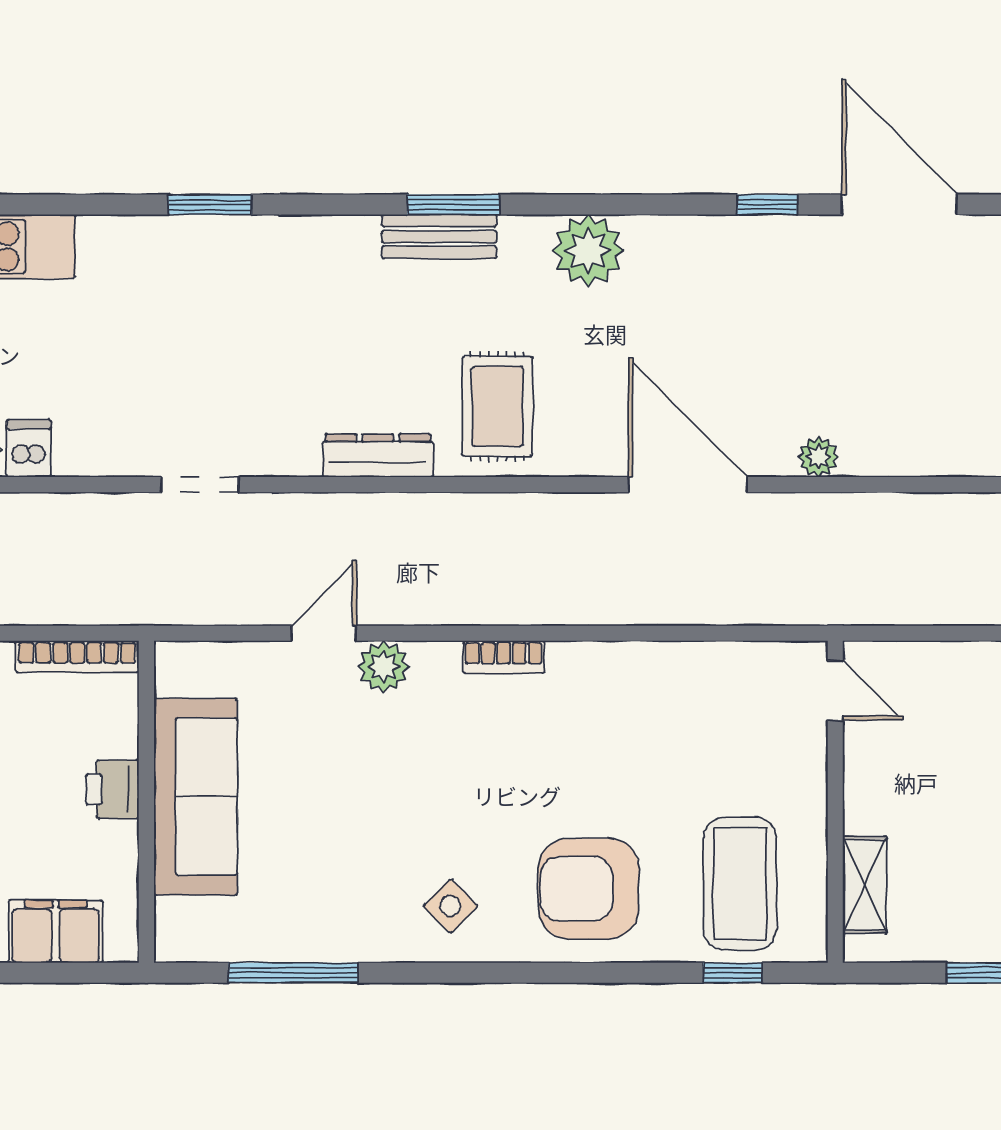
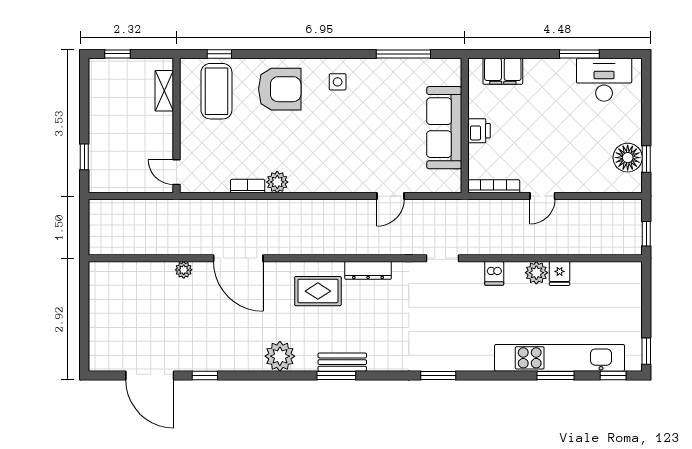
rug: (497, 406) -> (318, 291), turned 90
dishwasher: (29, 448) -> (494, 273), moved
bookcase: (504, 657) -> (248, 186), moved
plant: (384, 667) -> (277, 182), moved
side table: (451, 906) -> (338, 82), turned 45

